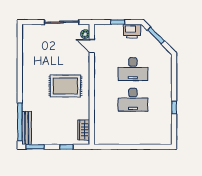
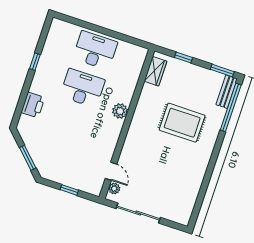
printer: (132, 31) -> (33, 105), moved, turned 90
desk: (133, 69) -> (95, 50), moved
rug: (65, 86) -> (182, 123), moved
plant: (100, 92) -> (120, 111), added
bench: (27, 128) -> (227, 92), width x0.73

